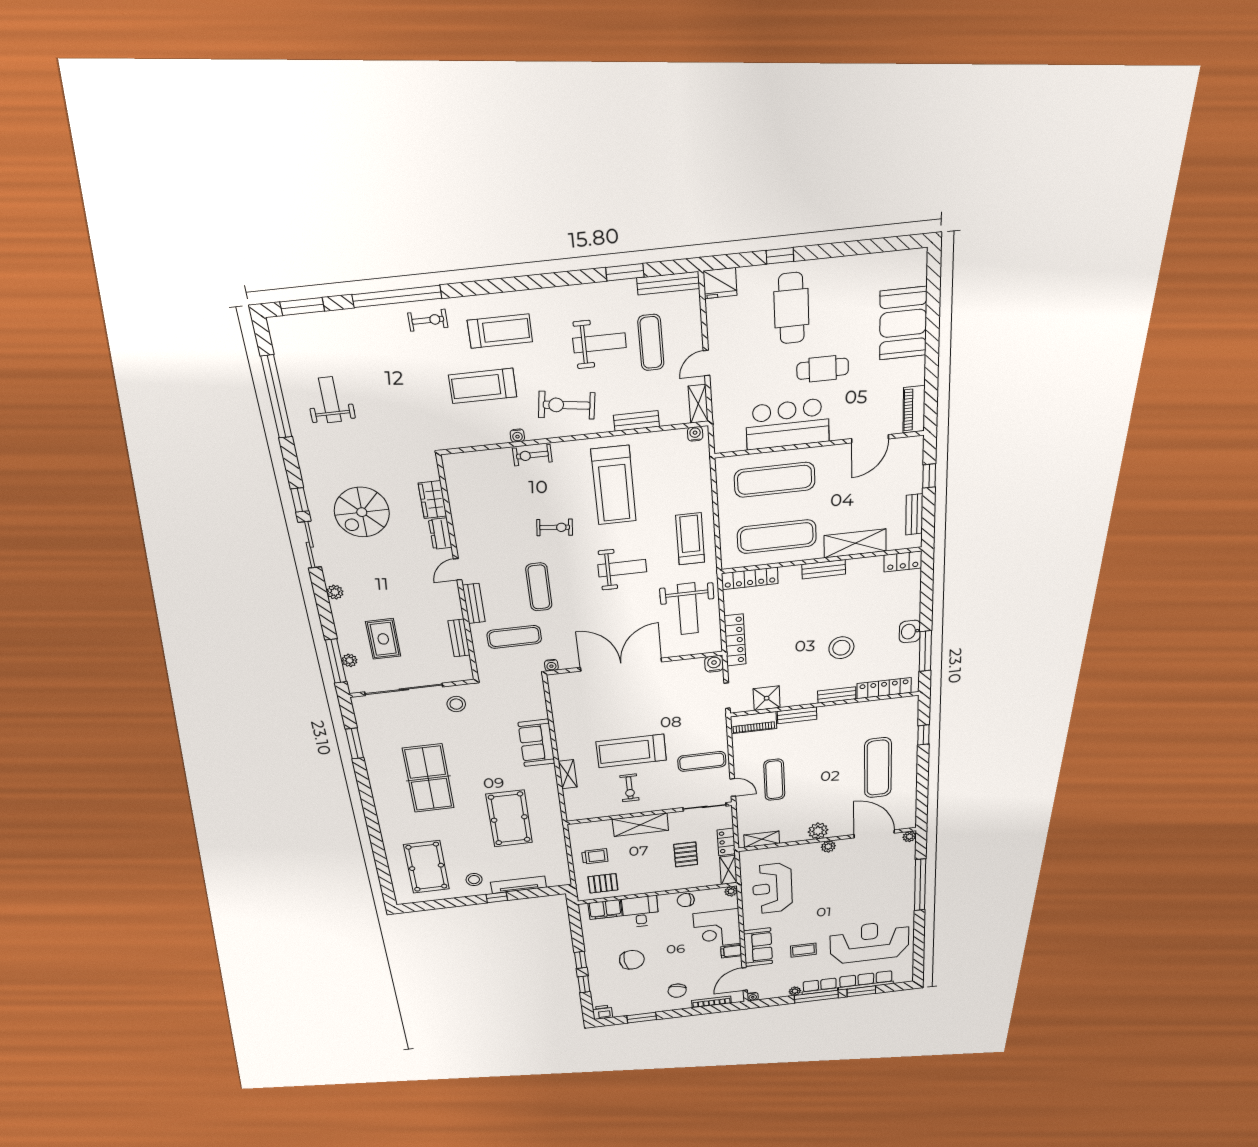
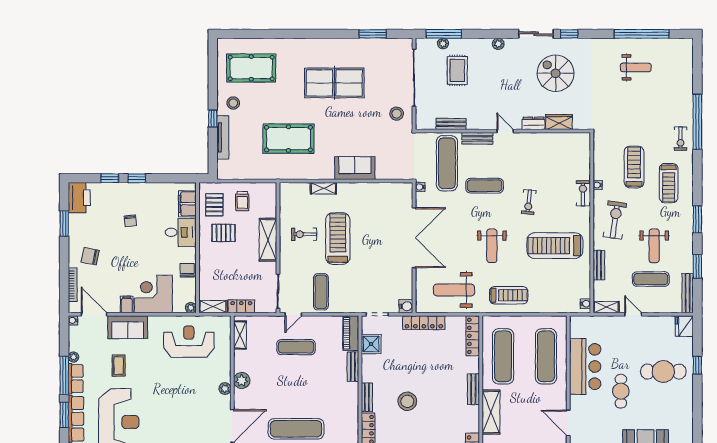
window: (302, 307) -> (697, 219), moved
exercise mat: (514, 637) -> (447, 163), width x1.36, depth x1.45
rug: (383, 639) -> (457, 70), turned 90
pallet: (686, 854) -> (224, 233), moved
chair: (632, 960) -> (130, 221), width x0.54, depth x0.54
printer: (602, 1012) -> (79, 198), width x1.87, depth x1.48

